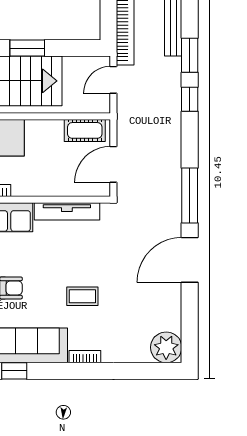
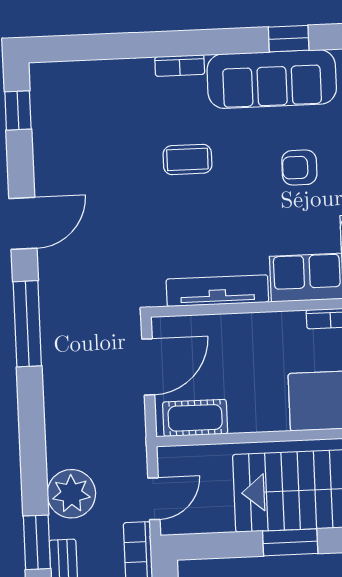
window: (190, 99) -> (18, 110), moved
door: (190, 260) -> (23, 223), width x0.73
plant: (166, 347) -> (71, 494), moved

